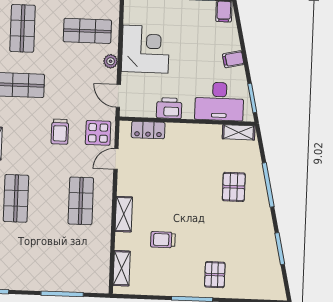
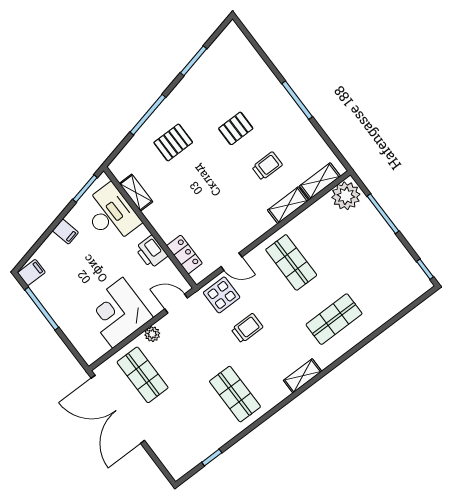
shop shelf: (23, 28) -> (185, 431), removed
door: (118, 96) -> (176, 303), swing flipped
shelving: (239, 132) -> (136, 193), moved
shop shelf: (81, 201) -> (291, 262), turned 90
shelving: (124, 214) -> (288, 205), moved
trolley: (163, 240) -> (267, 166), turned -90
pallet: (215, 275) -> (236, 128), moved
plant: (96, 278) -> (346, 196), added

